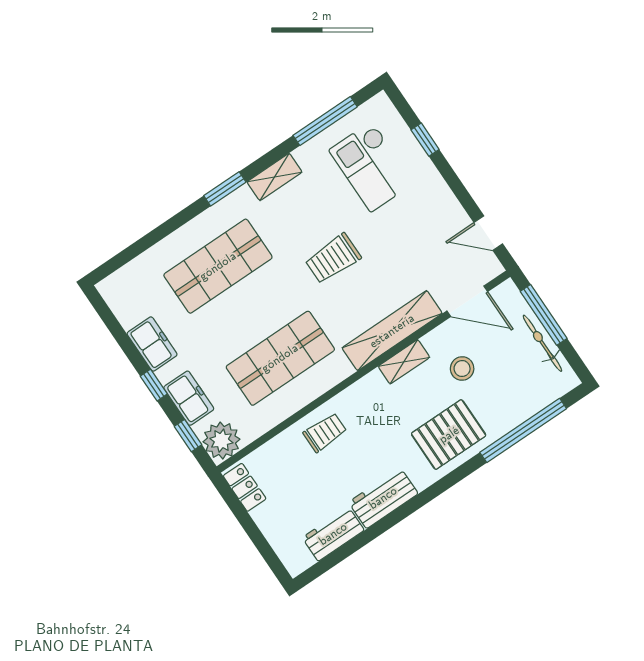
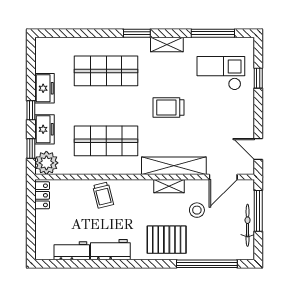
checkout: (371, 167) -> (221, 73), turned 90
door: (467, 301) -> (223, 177), hinge flipped
trolley: (325, 432) -> (103, 195), turned 76

